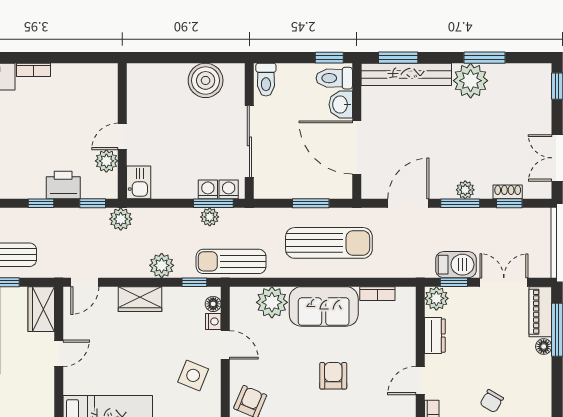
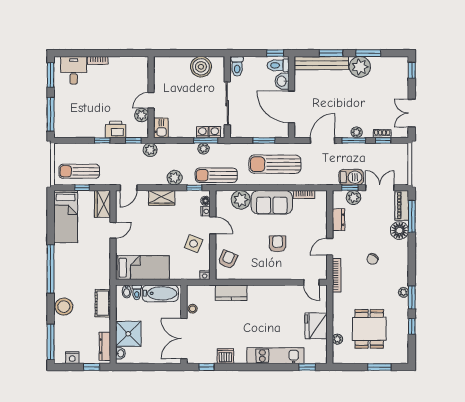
window: (398, 58) -> (331, 53), moved
sun lounger: (329, 243) -> (275, 164), turned 180
plant: (436, 298) -> (354, 197), moved
floor lamp: (544, 347) -> (399, 231), width x1.89, depth x1.89

